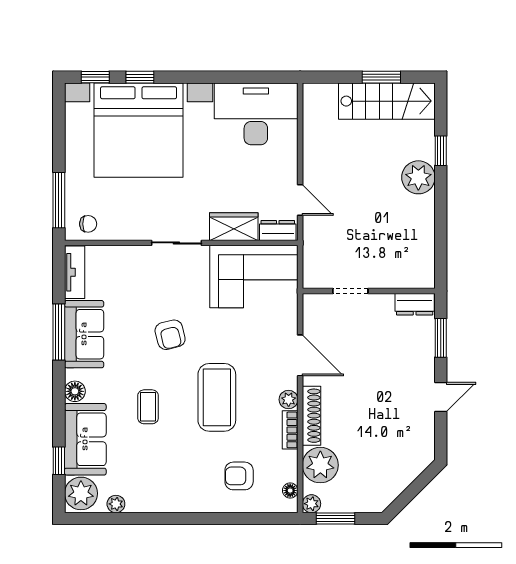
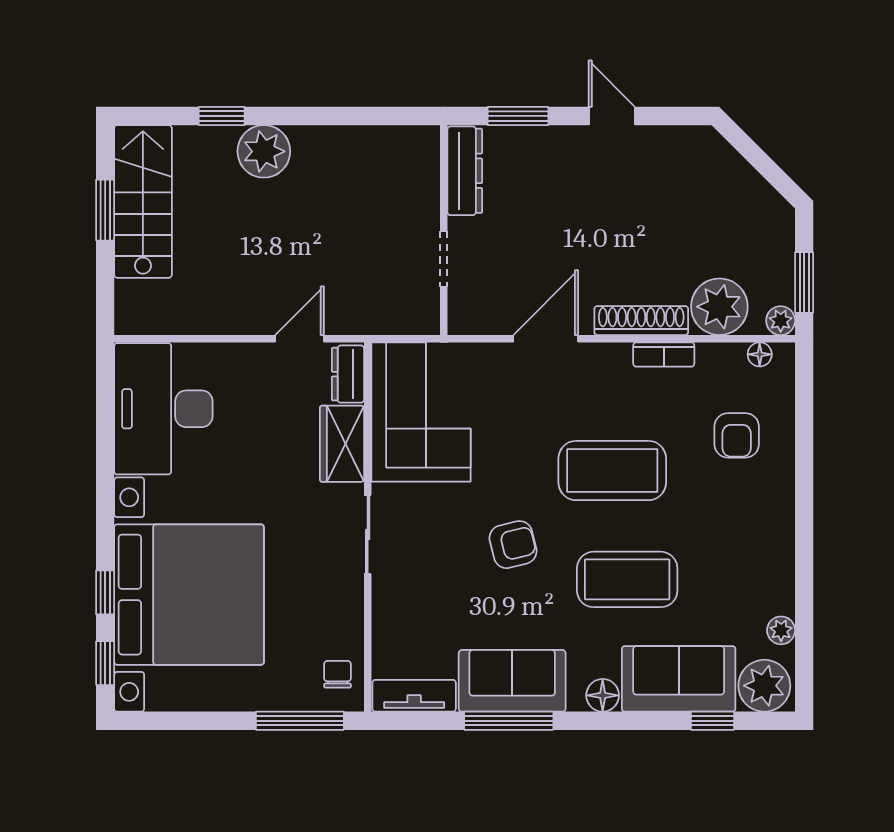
dresser: (415, 304) -> (465, 171), width x1.44
plant: (289, 400) -> (616, 357), removed
coffee table: (148, 407) -> (627, 579), width x1.86, depth x1.72

